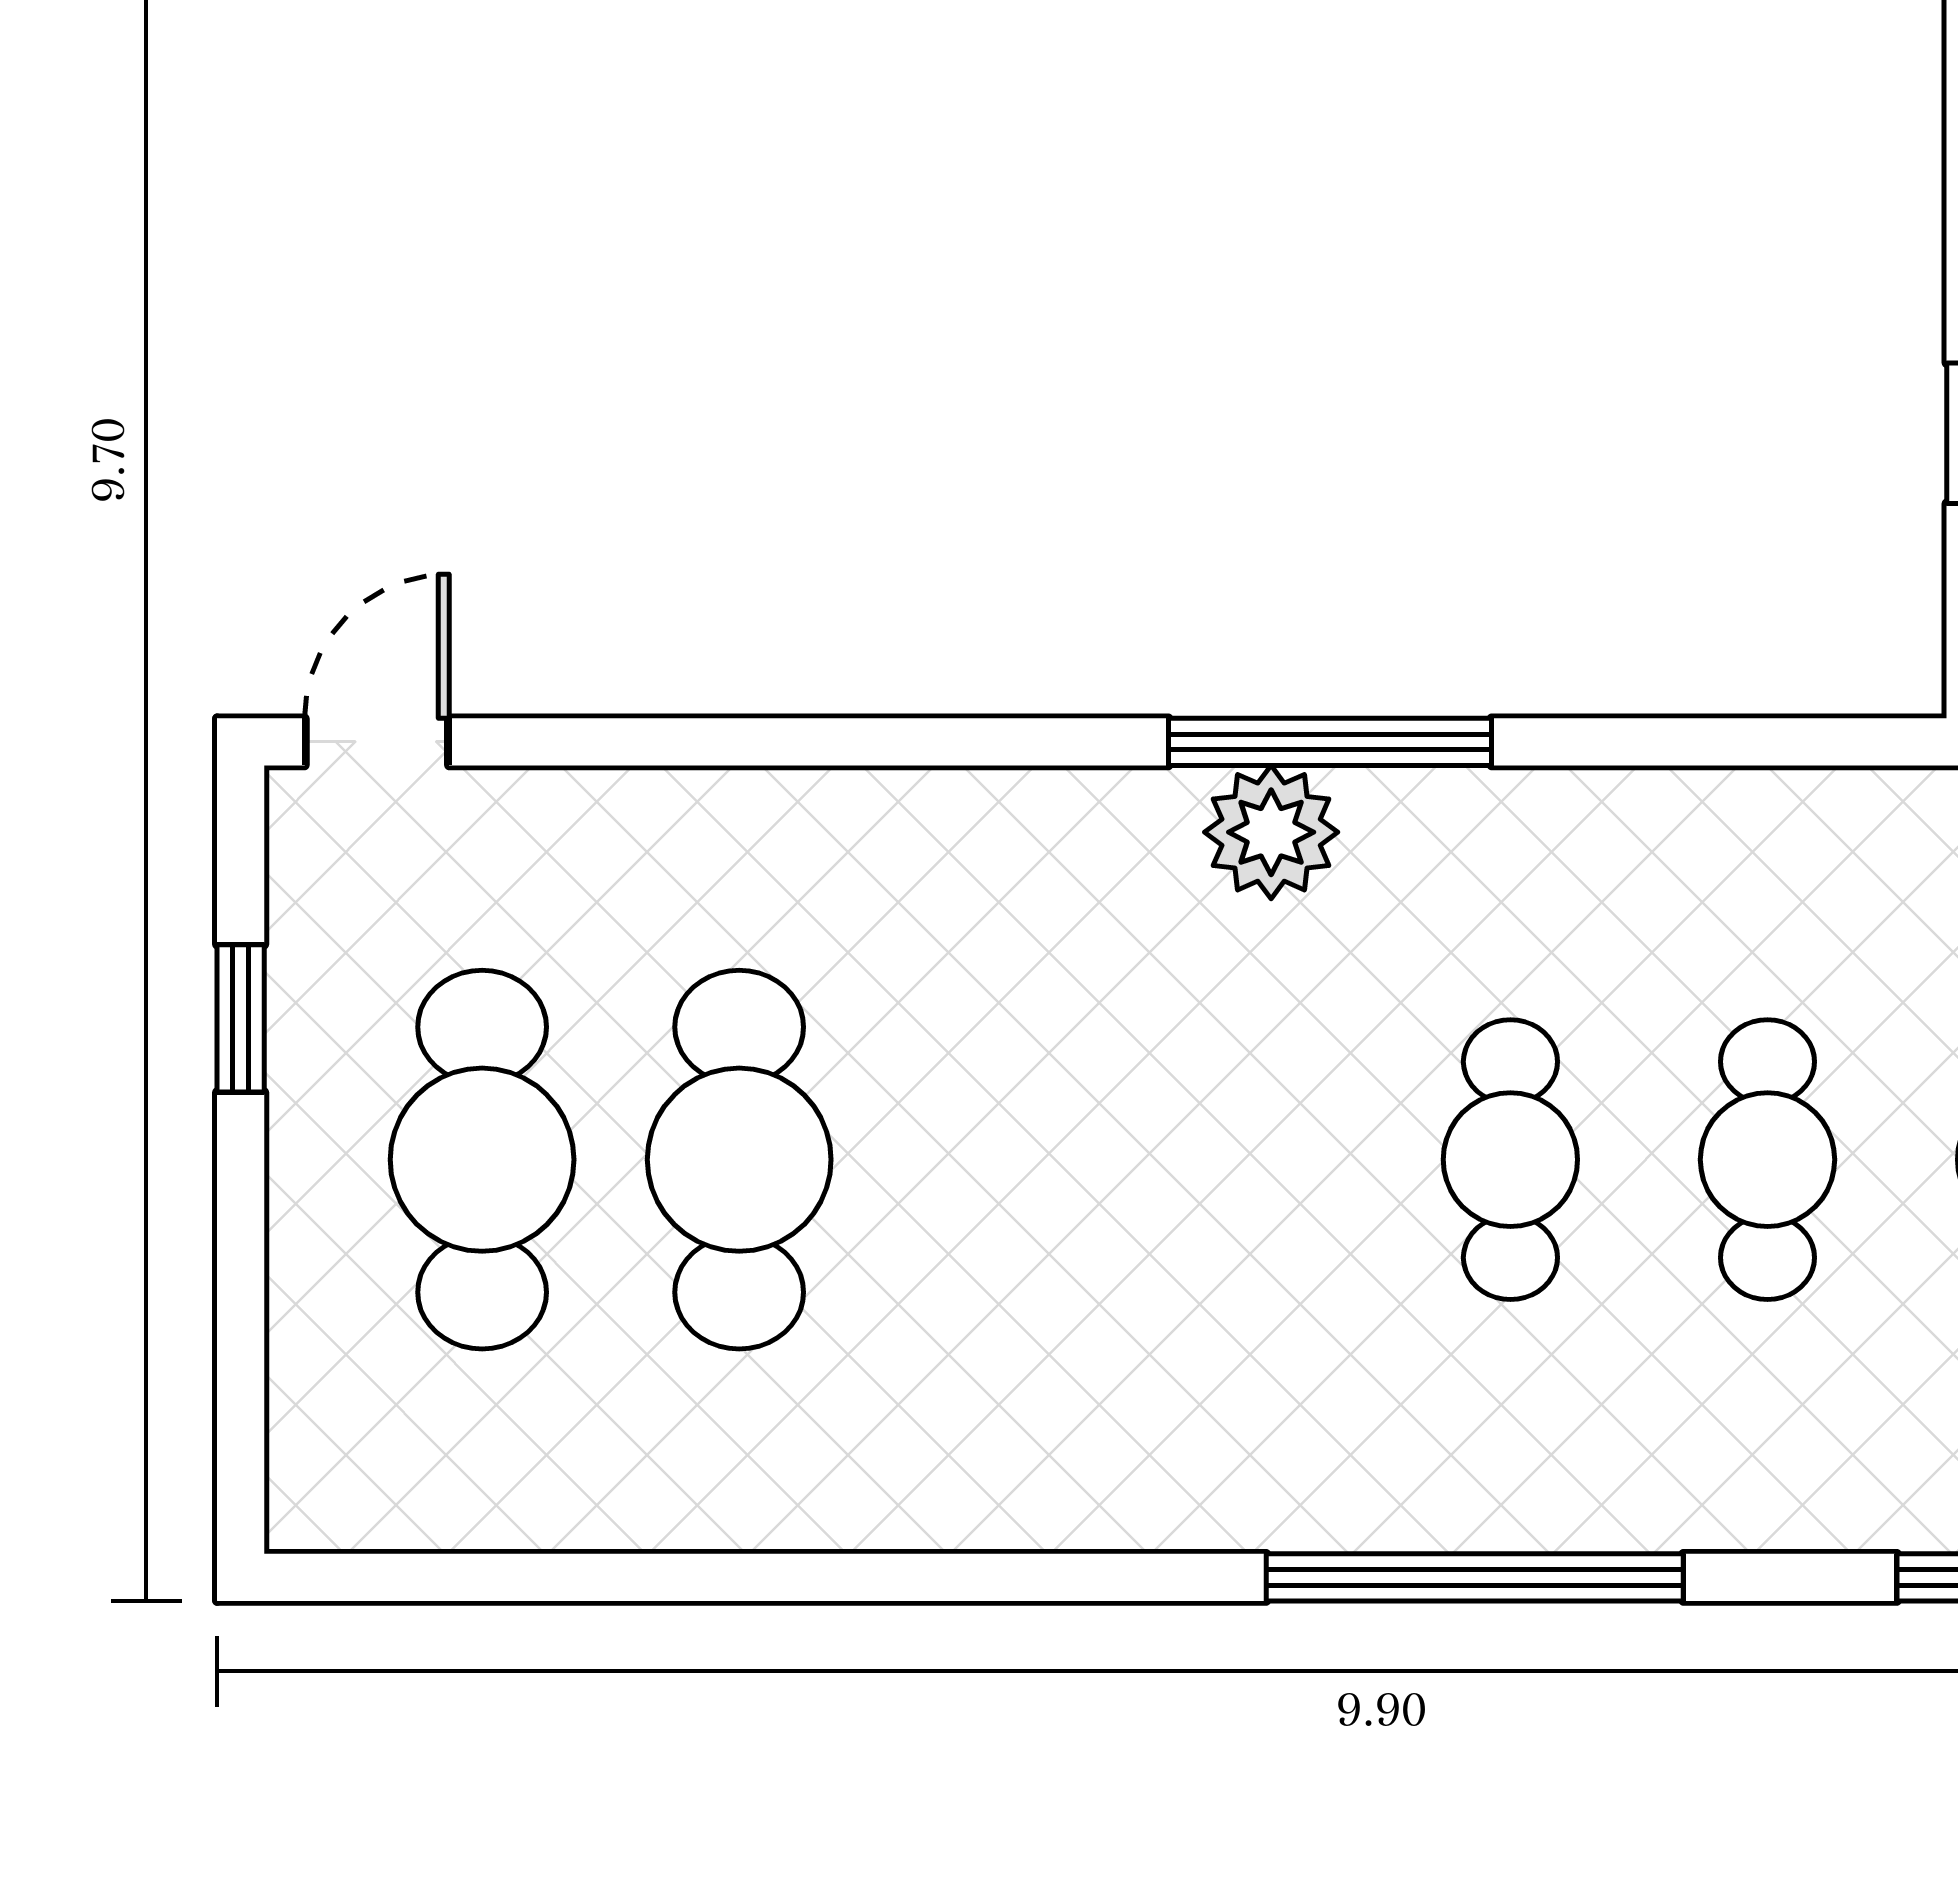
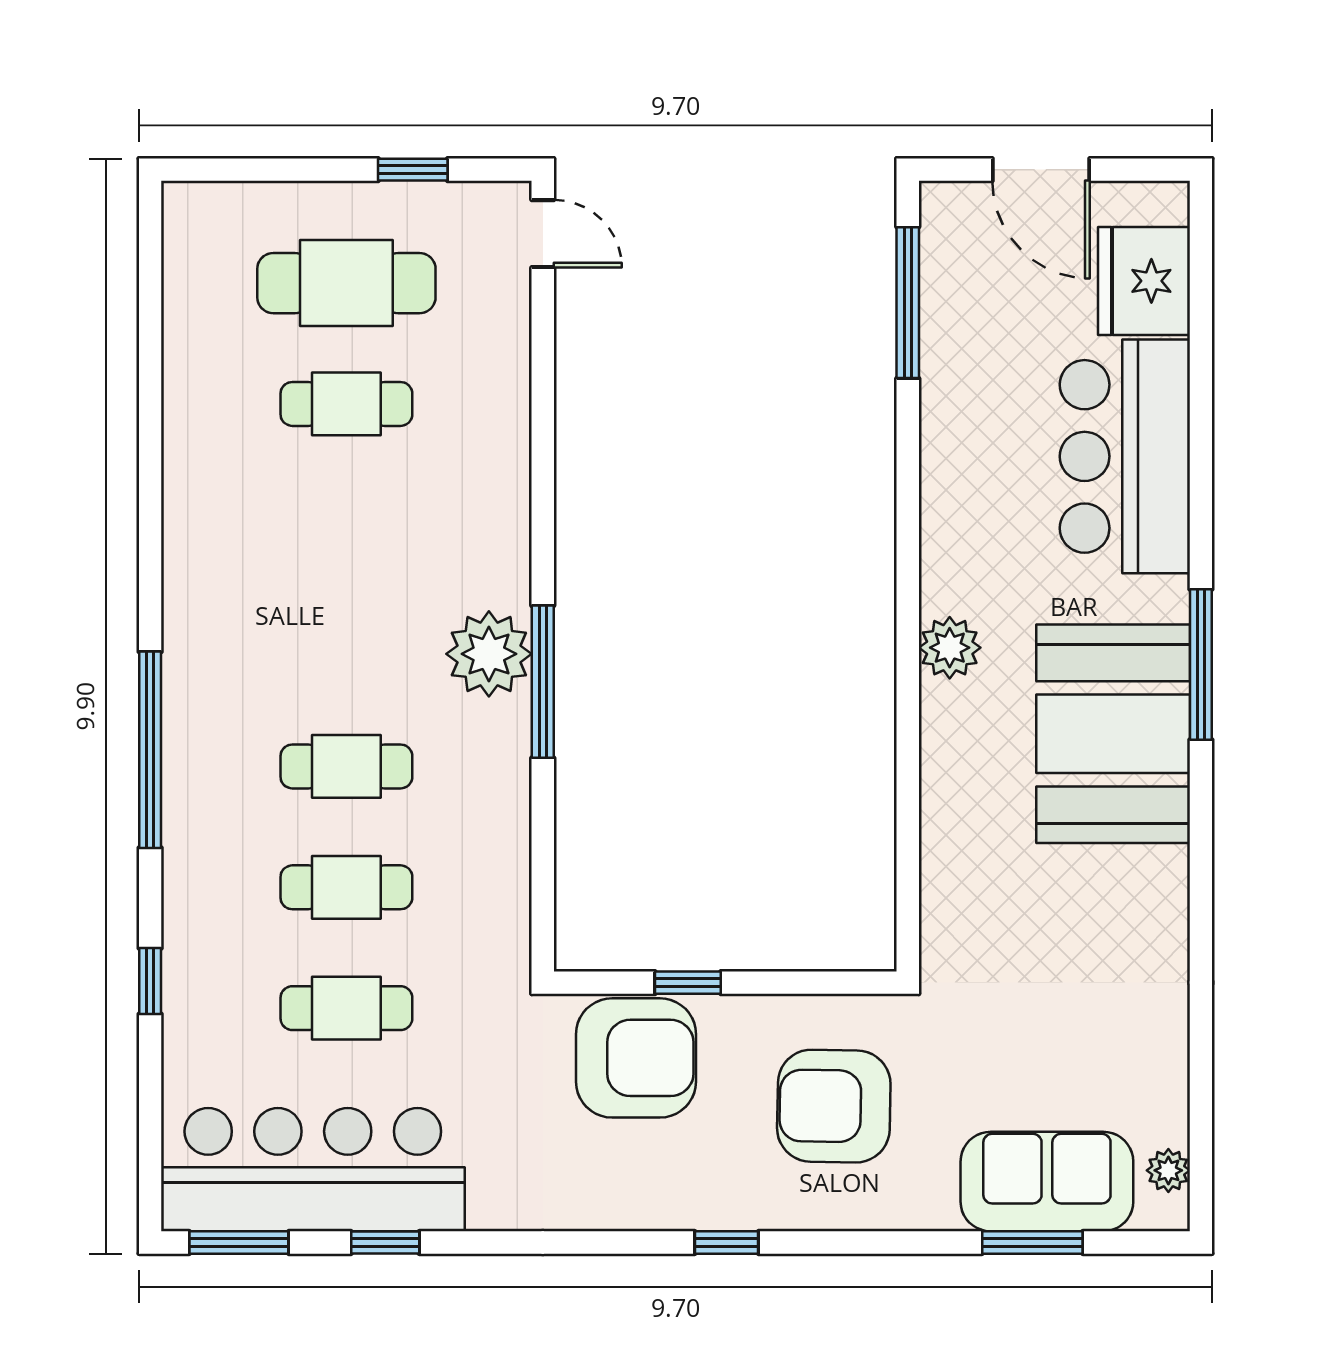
plant: (1271, 832) -> (489, 654), width x1.36, depth x1.36
cafe table: (739, 1160) -> (346, 404), width x0.73, depth x0.74

